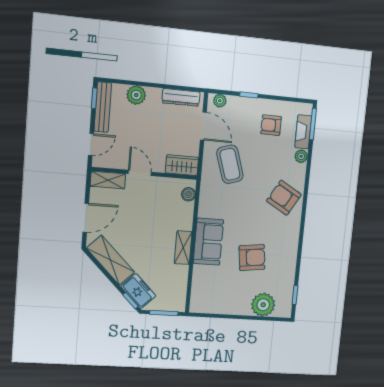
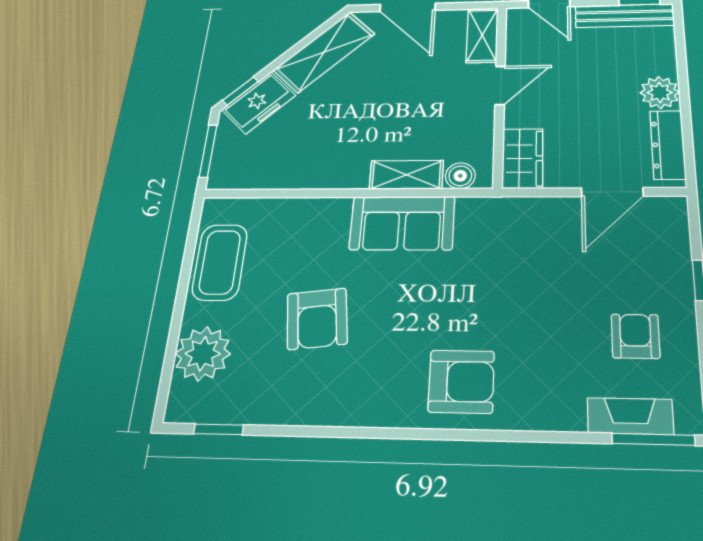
plant: (136, 95) -> (660, 93), moved
plant: (220, 101) -> (674, 220), removed
plant: (301, 156) -> (568, 416), removed
coffee table: (230, 164) -> (220, 262), moved, turned -72
armchair: (284, 198) -> (461, 381), turned 60
sofa: (208, 242) -> (402, 223), moved
shelving: (183, 248) -> (406, 175), moved

